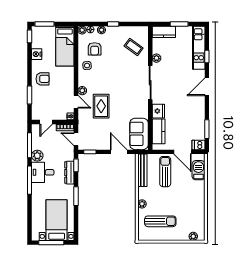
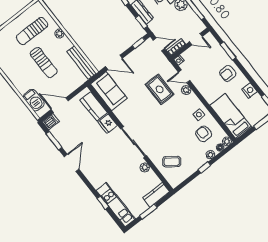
door: (207, 87) -> (72, 163), moved
door: (46, 122) -> (196, 39), swing flipped
sun lounger: (165, 172) -> (44, 63), moved

